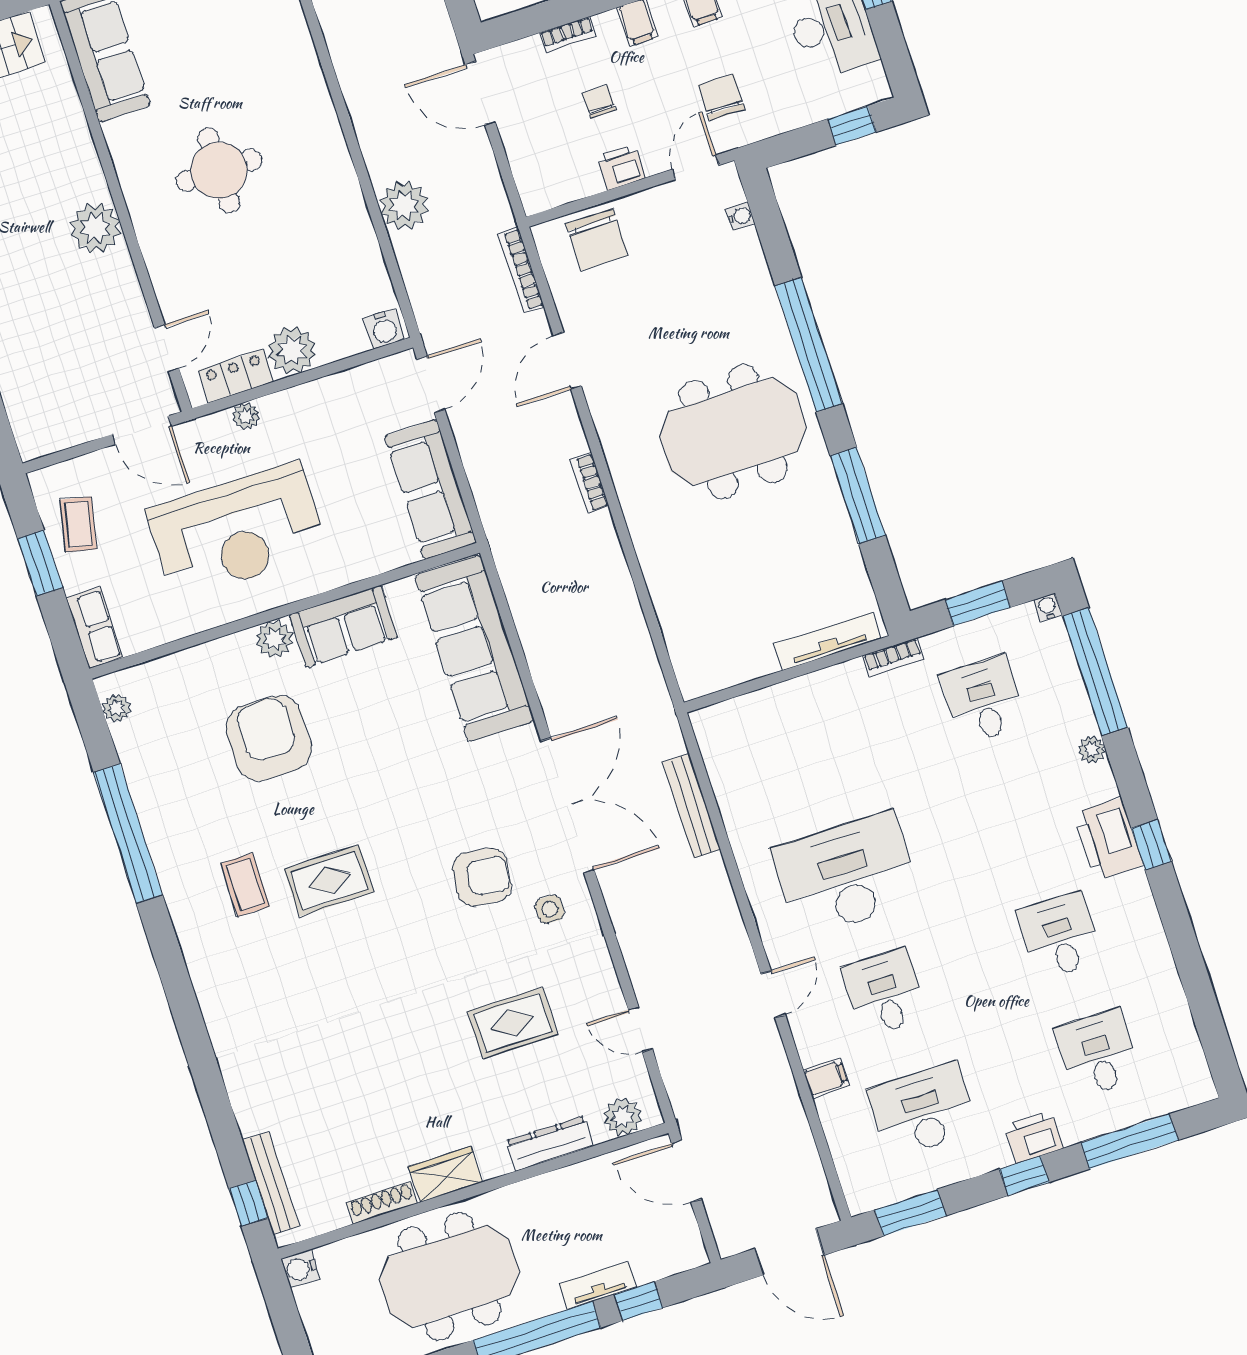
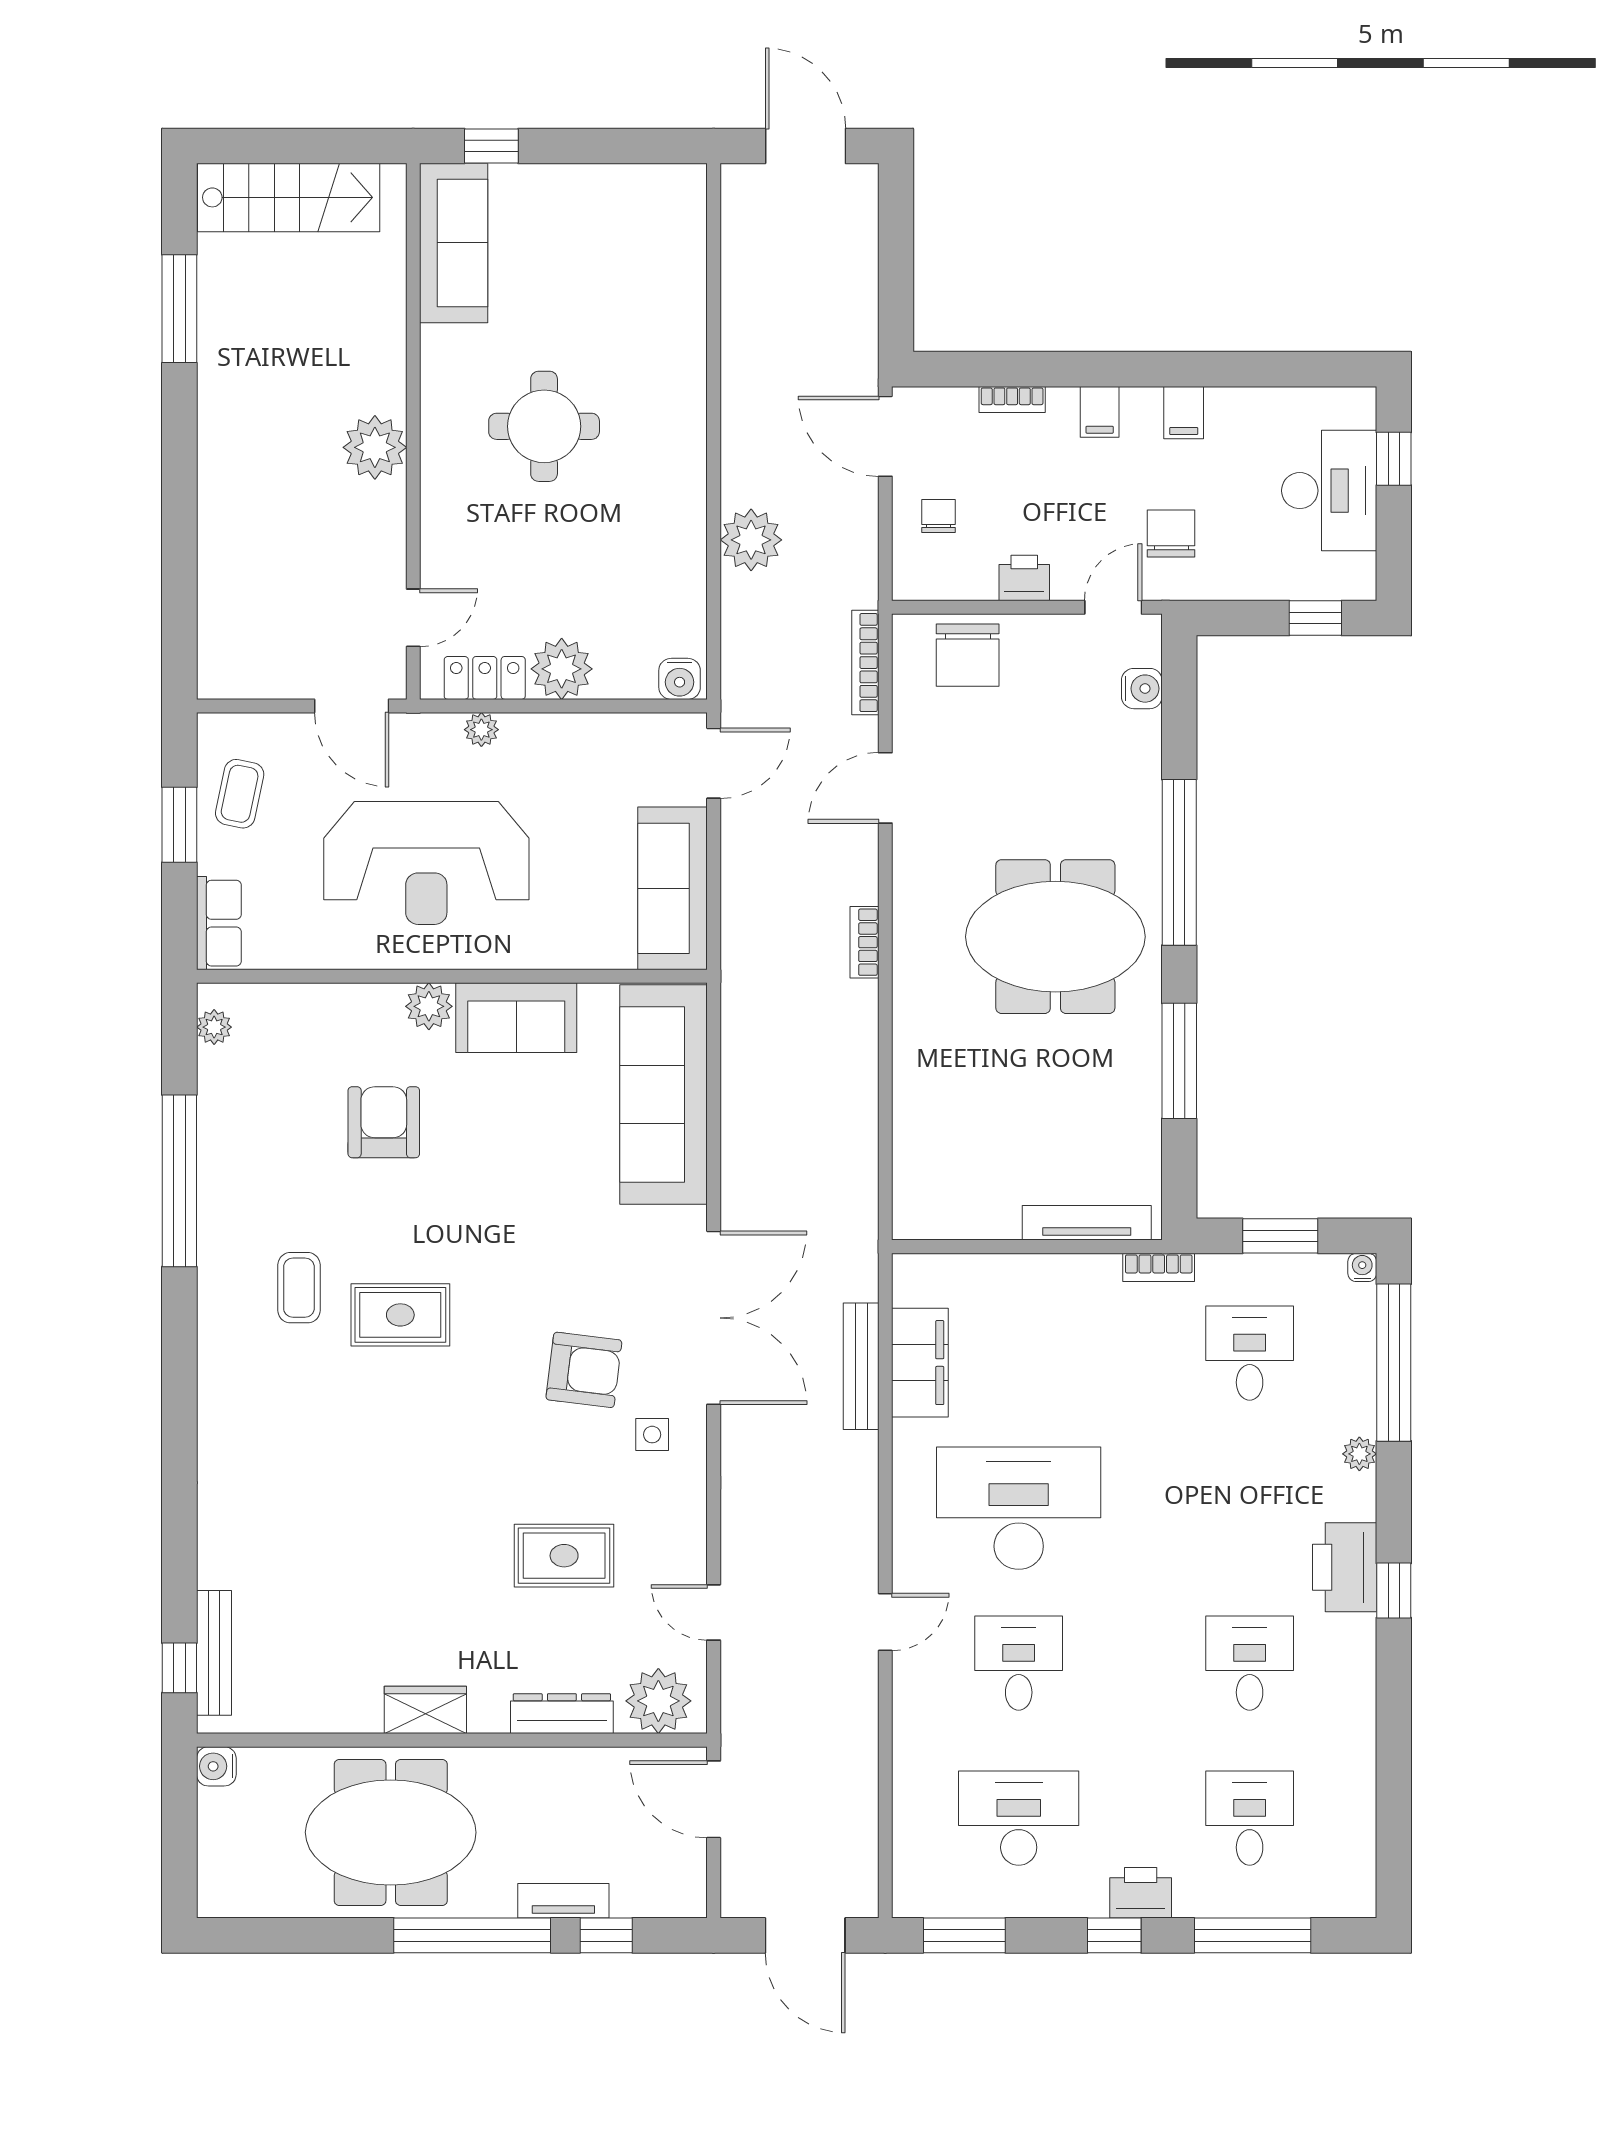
chair: (599, 102) -> (939, 516), moved
water cooler: (740, 216) -> (1142, 689), width x1.38, depth x1.38
armchair: (269, 738) -> (384, 1122), width x0.73, depth x0.73
filing cabinet: (826, 1078) -> (920, 1363), moved, width x3.00, depth x1.17
plant: (622, 1117) -> (658, 1701), width x1.36, depth x1.36
shoe rack: (382, 1203) -> (339, 1719), removed

